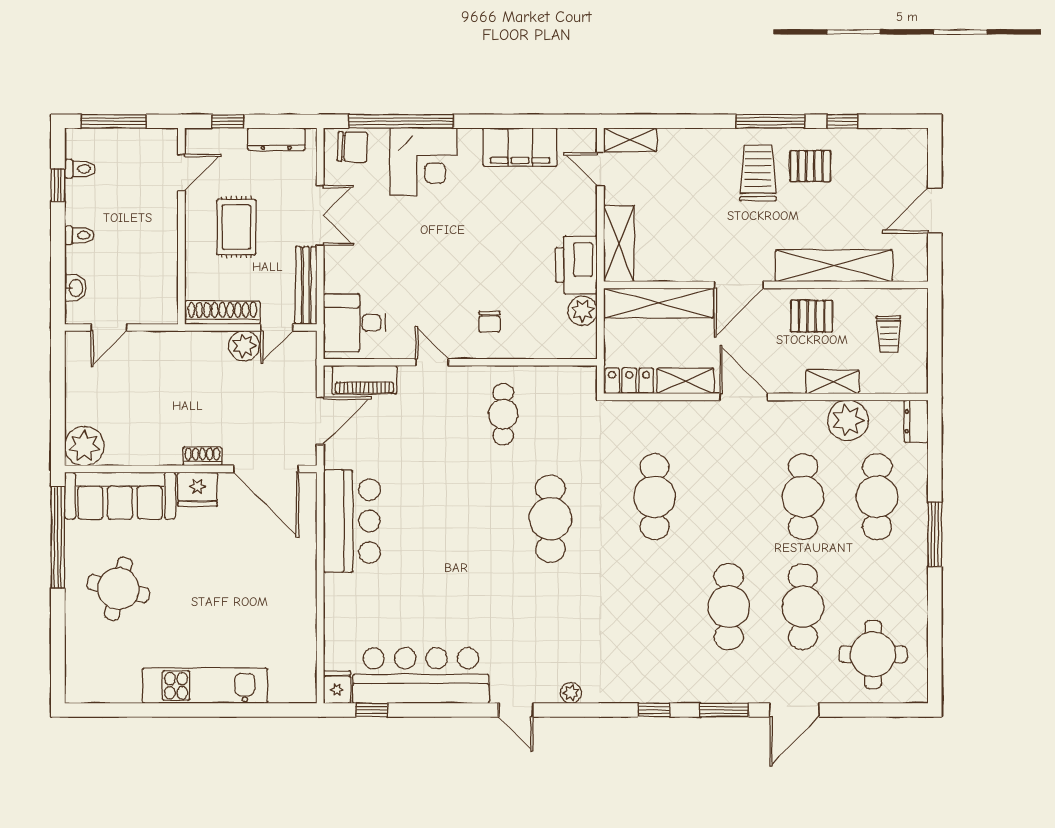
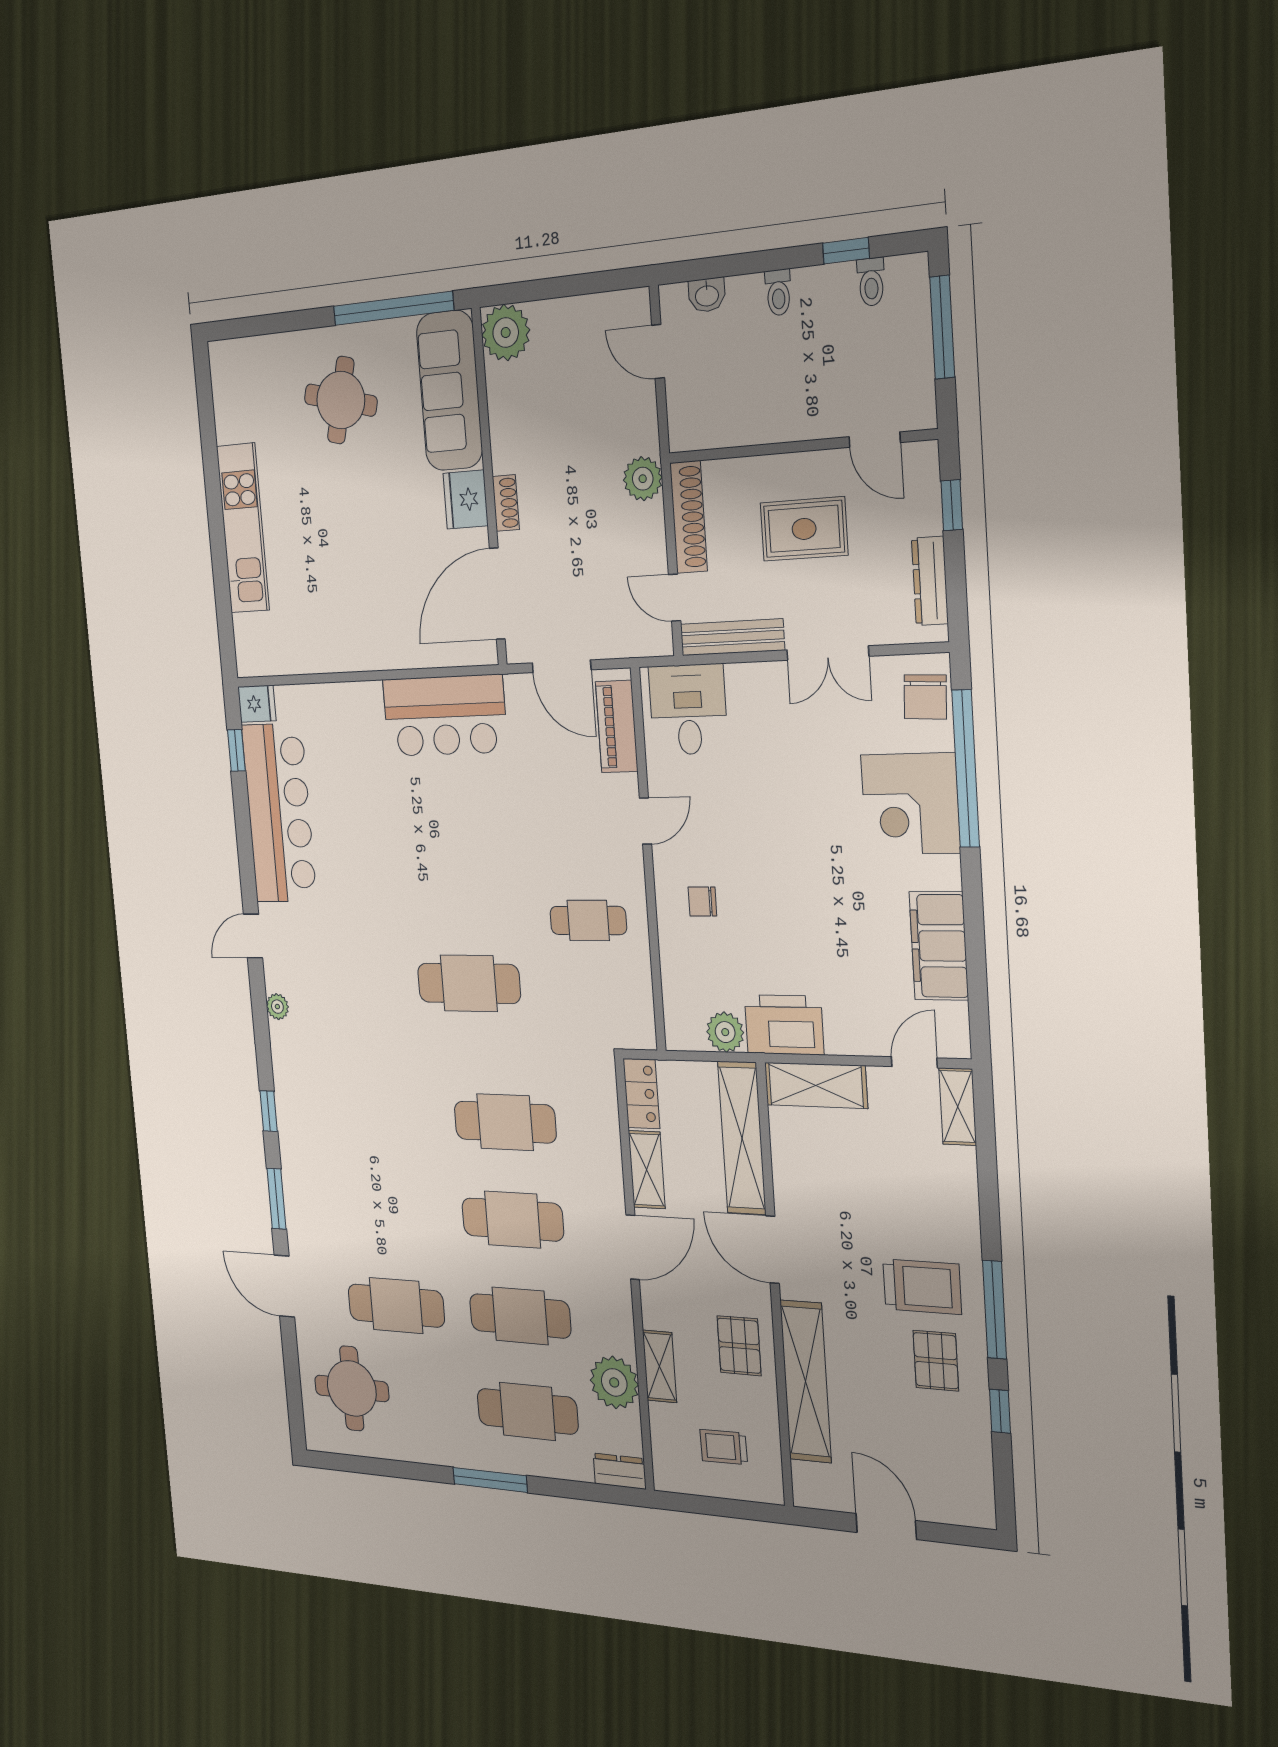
plant: (244, 346) -> (643, 479), moved
cafe table: (729, 607) -> (513, 1219), moved

